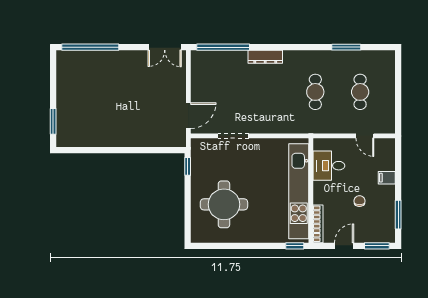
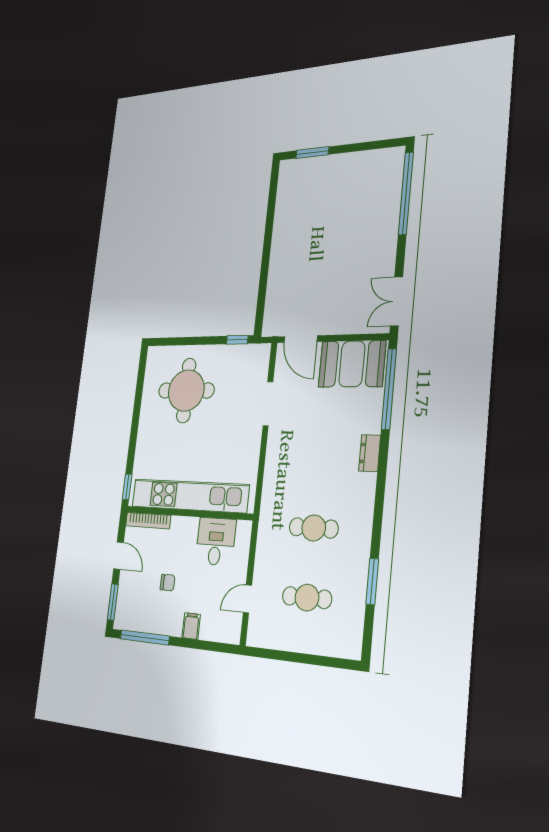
dresser: (265, 57) -> (370, 453), width x0.70
booth: (206, 75) -> (352, 364), added
window: (398, 215) -> (145, 637), width x1.44

